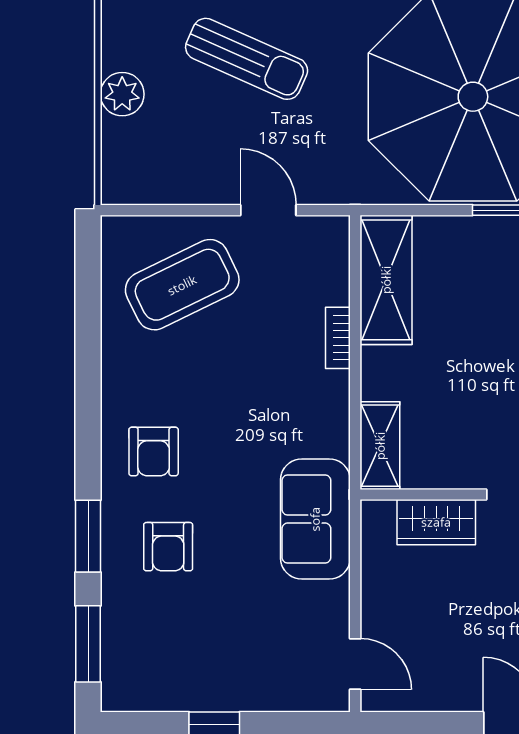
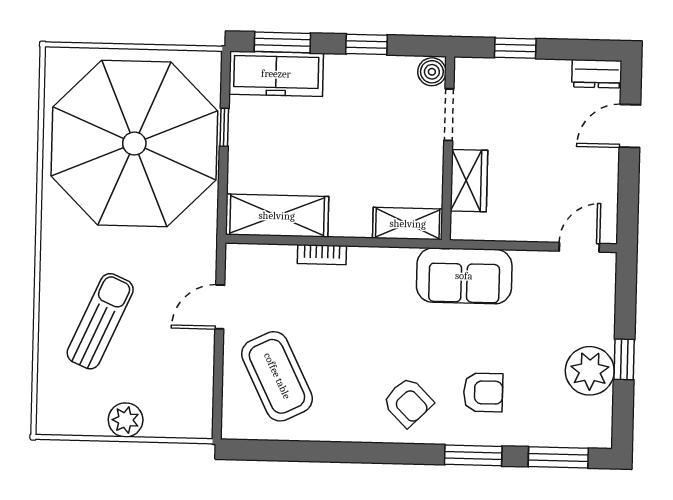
armchair: (154, 451) -> (408, 402), turned 45
plant: (199, 681) -> (590, 371), added

